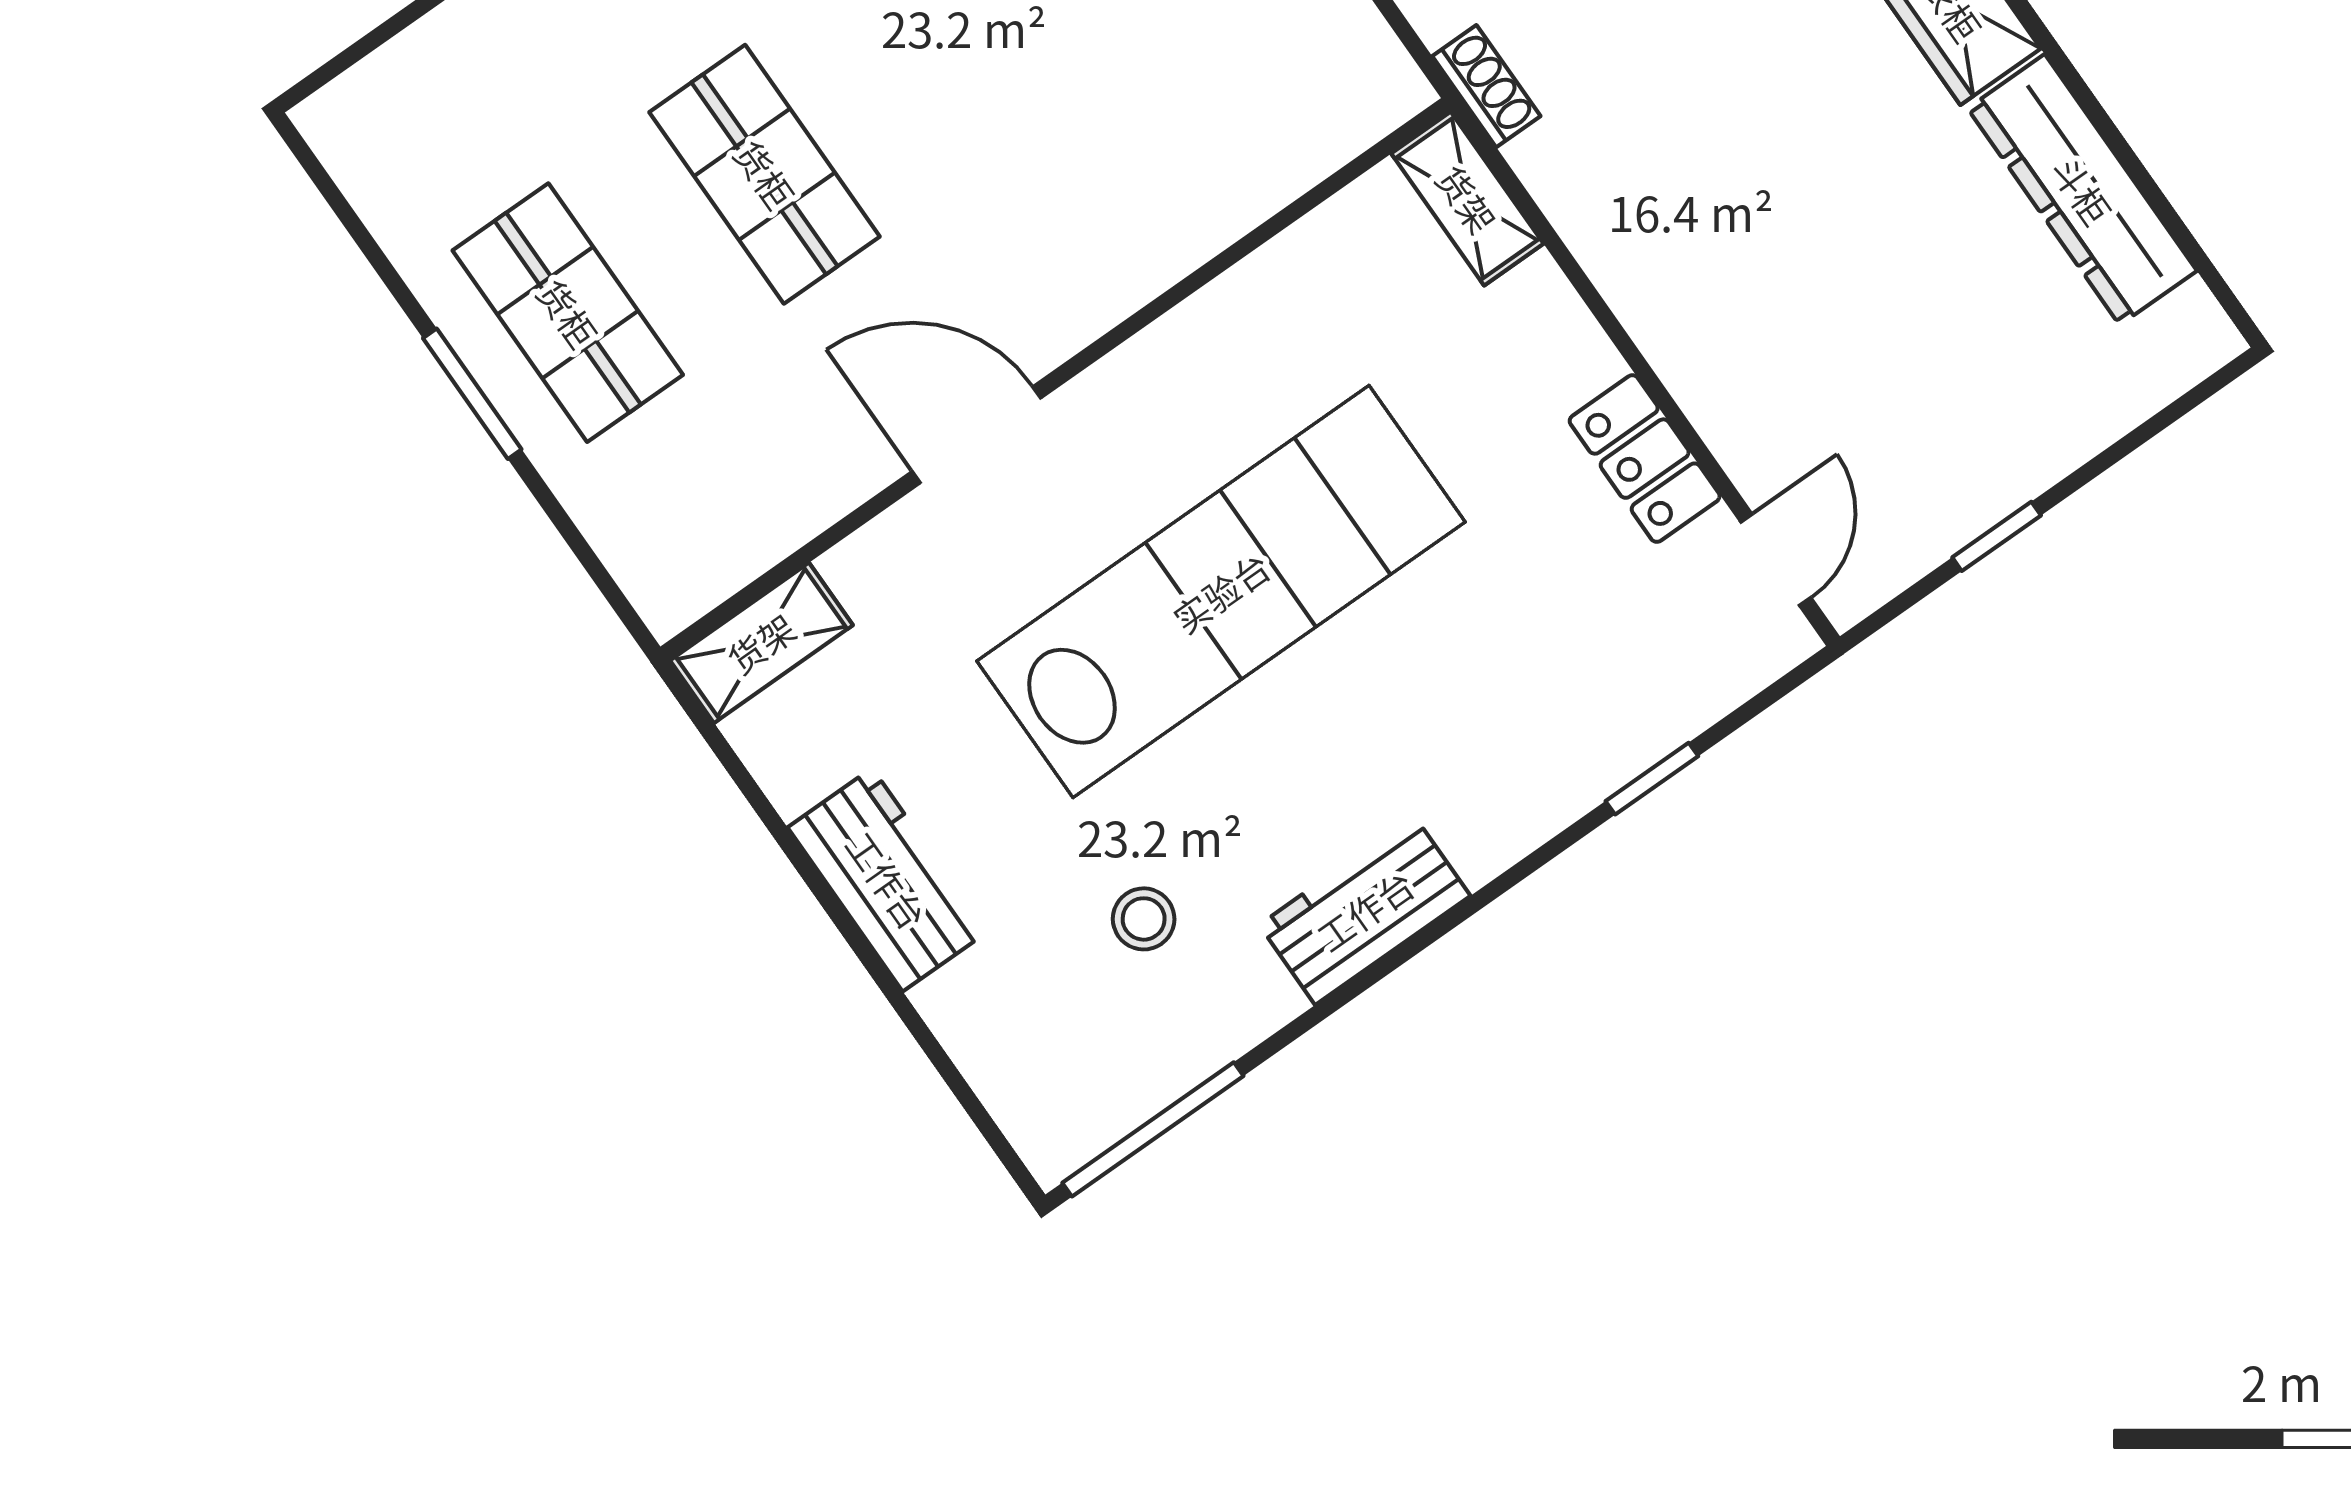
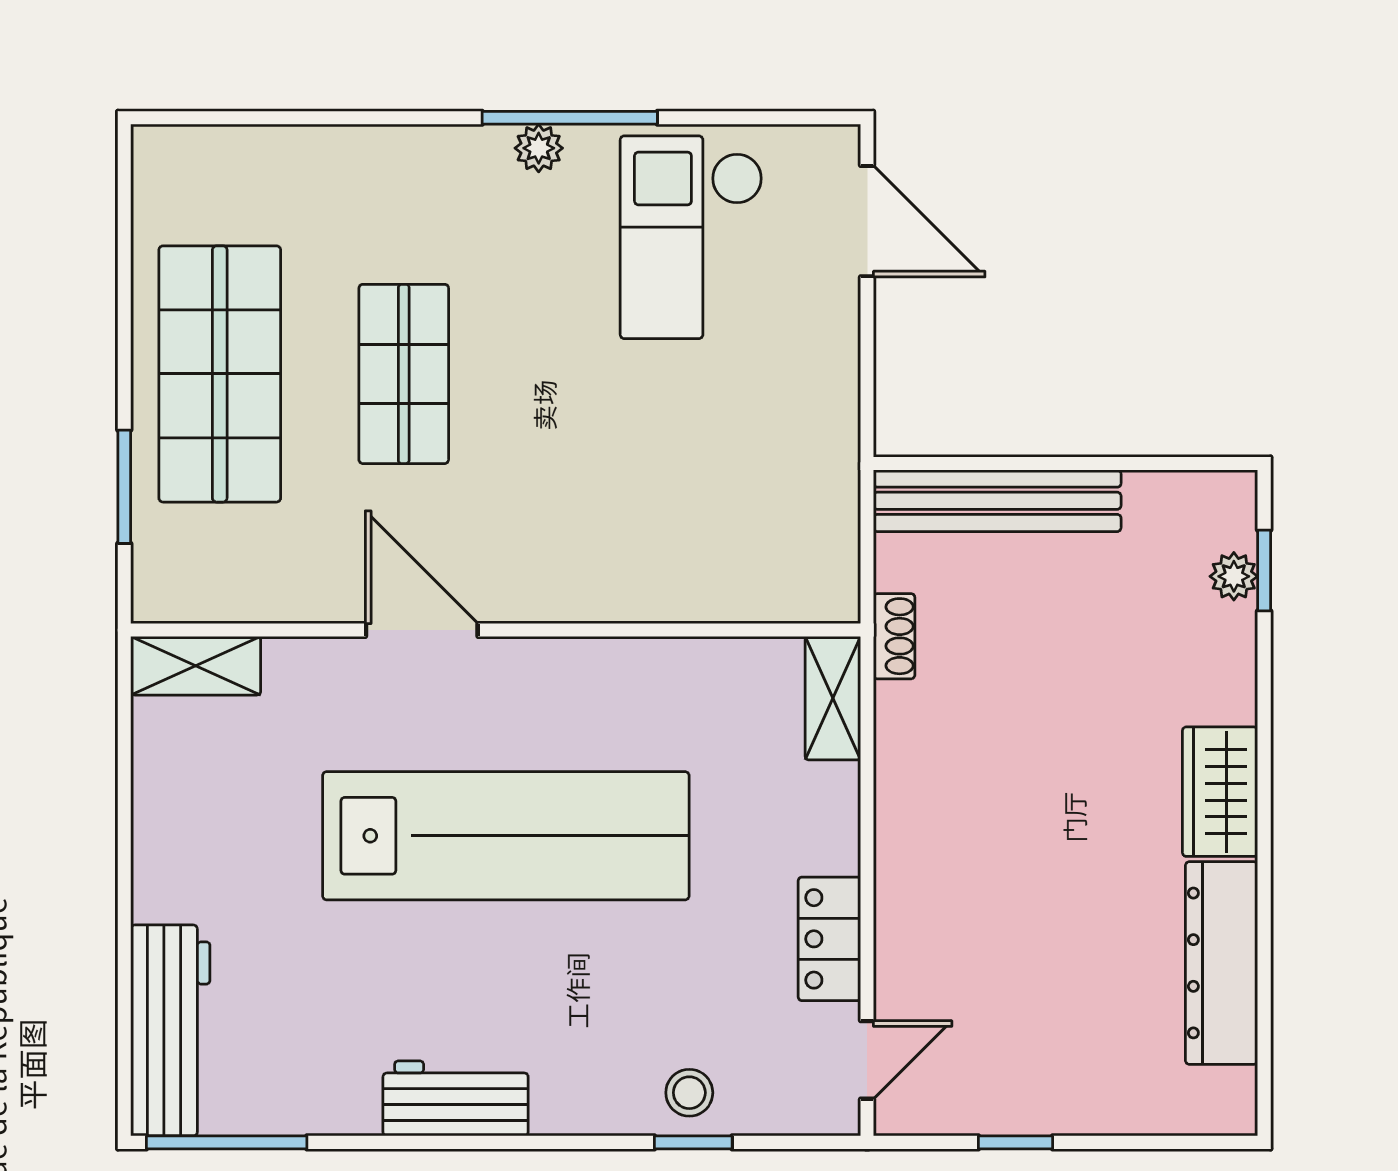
shop shelf: (568, 313) -> (220, 374), width x1.43, depth x1.36
window: (472, 394) -> (124, 487), moved
workbench: (887, 880) -> (170, 1030), moved, width x1.38
stool: (1144, 919) -> (689, 1093), moved

